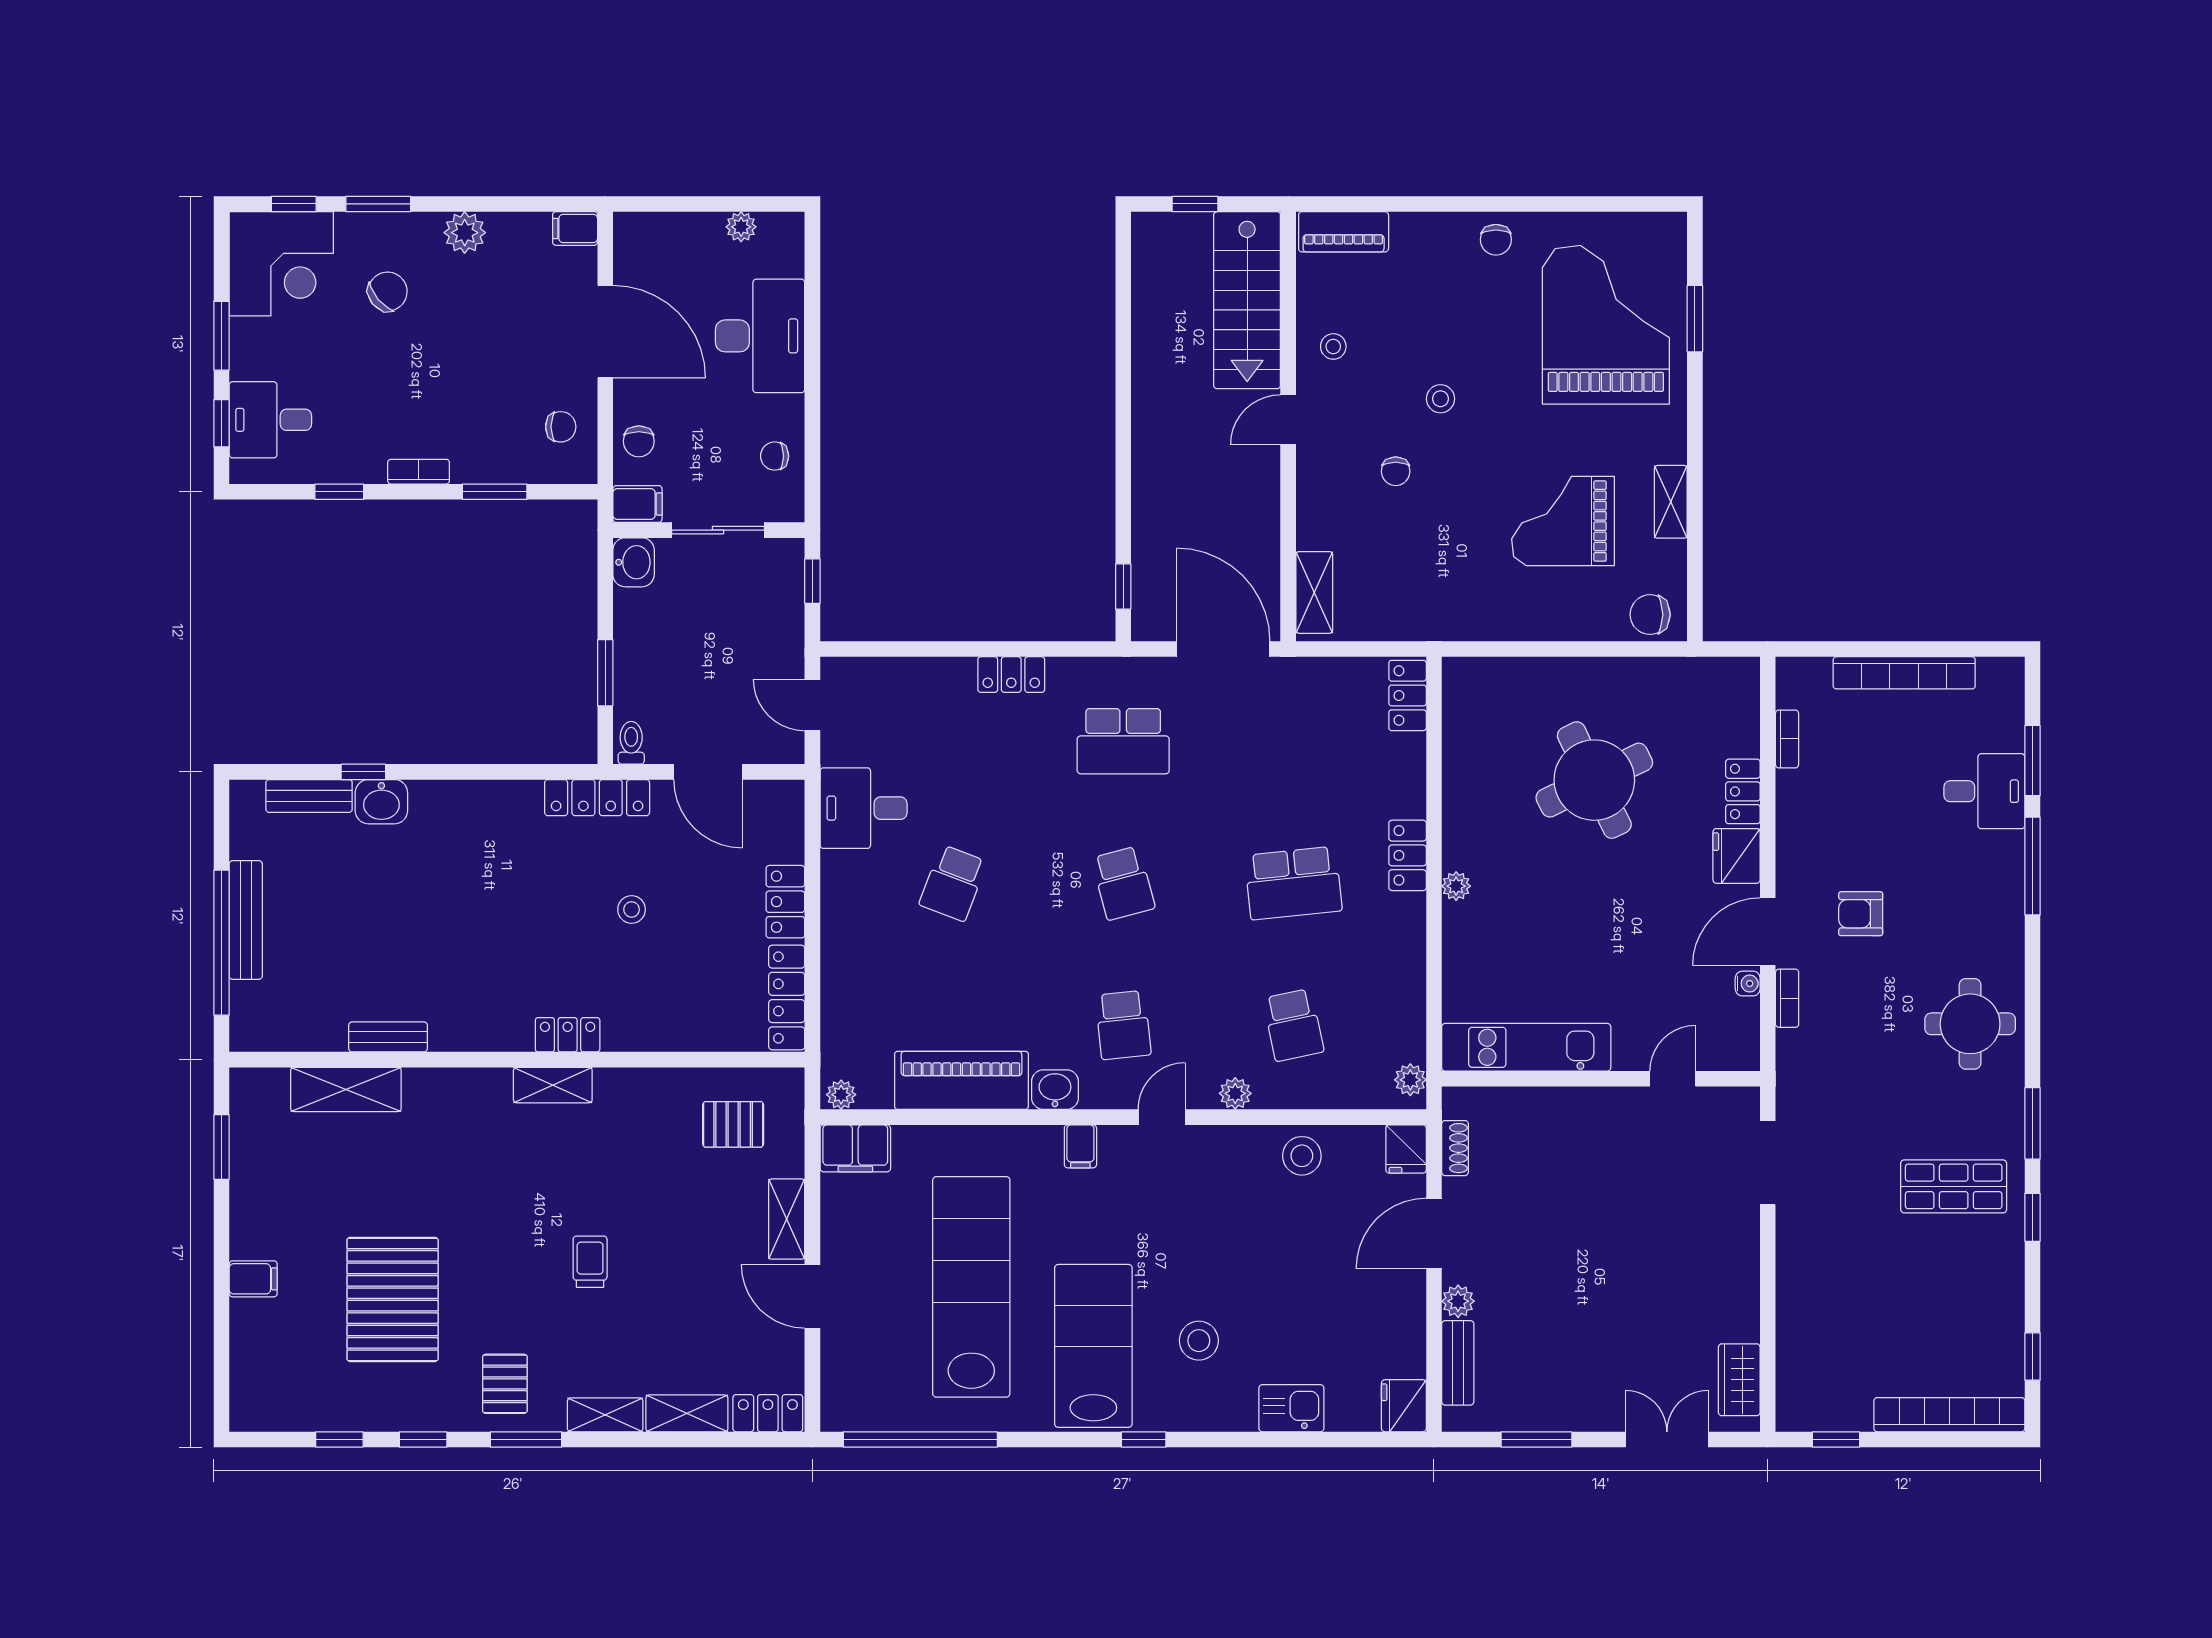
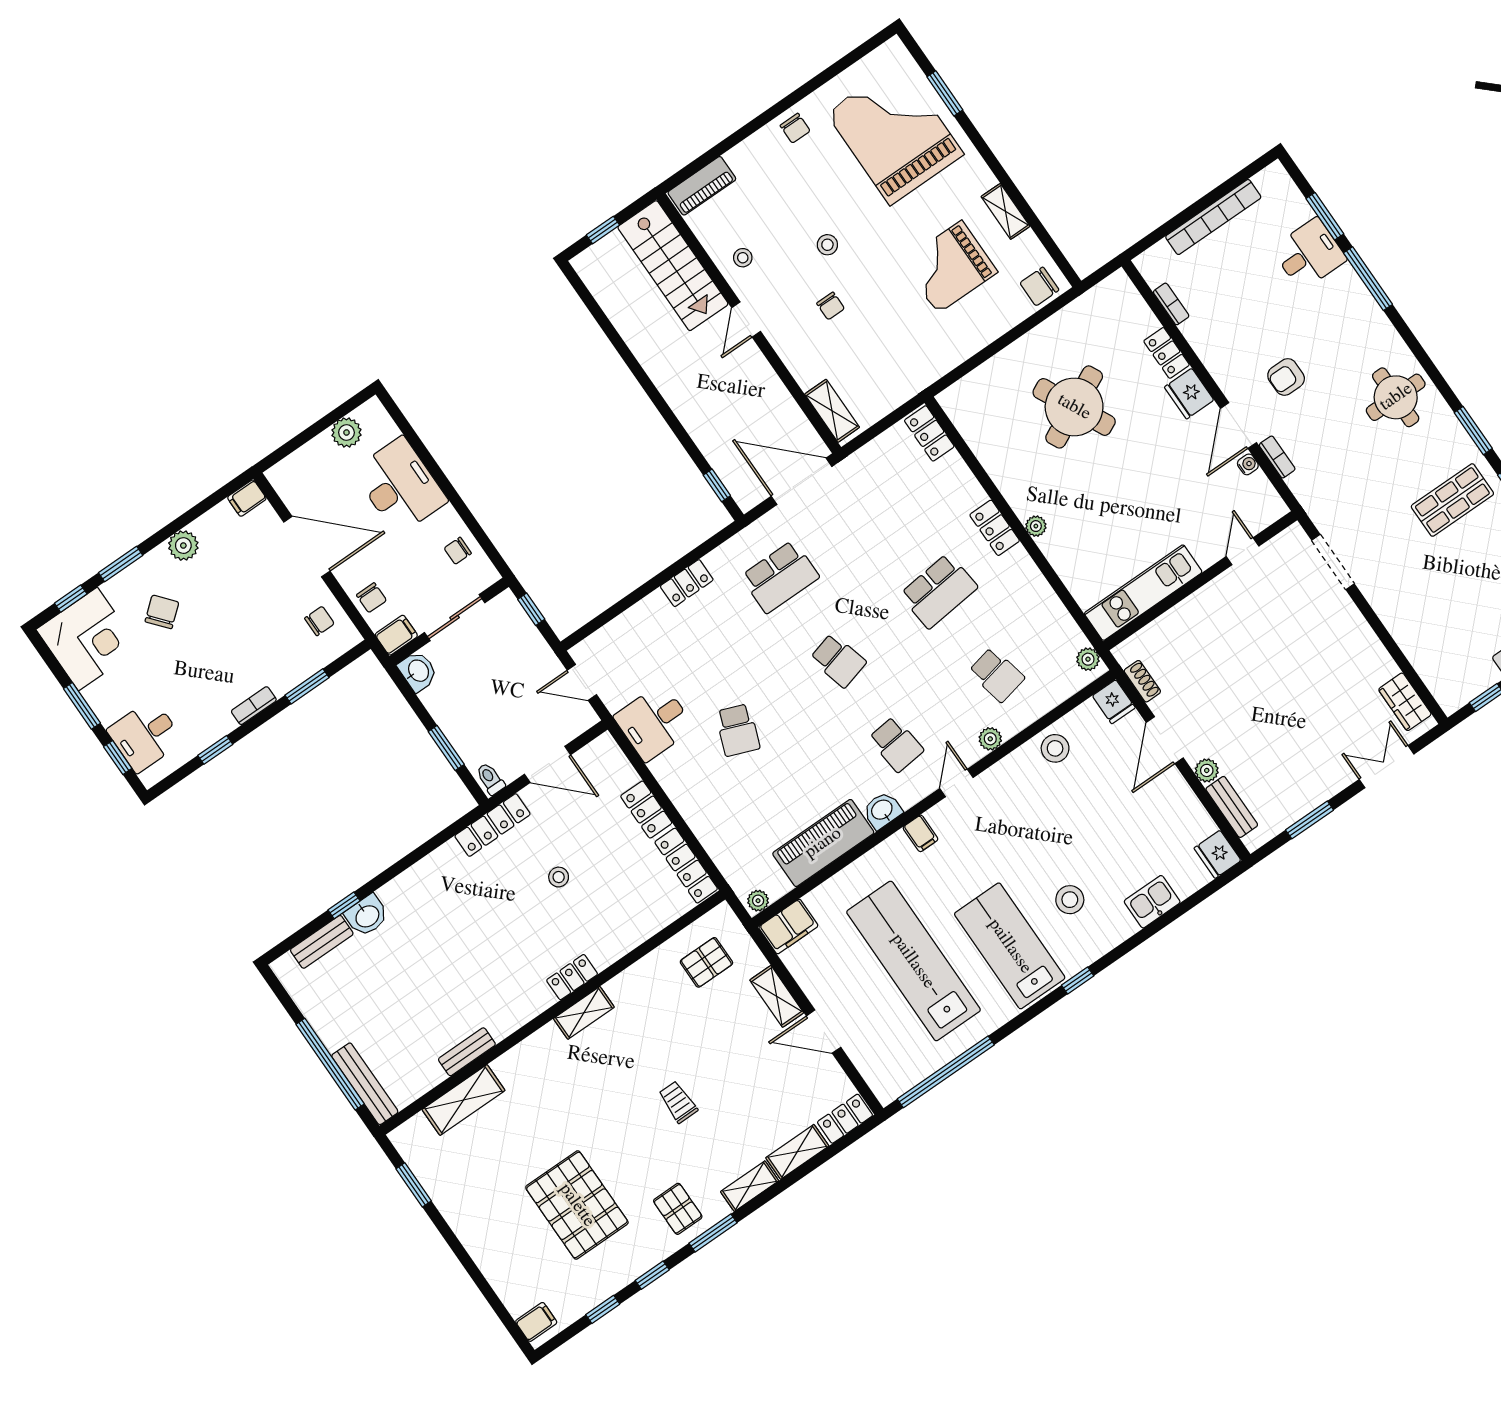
plant: (741, 227) -> (346, 433), width x1.38, depth x1.38
bench: (246, 920) -> (365, 1084), moved
filing cabinet: (253, 1279) -> (536, 1322), moved

